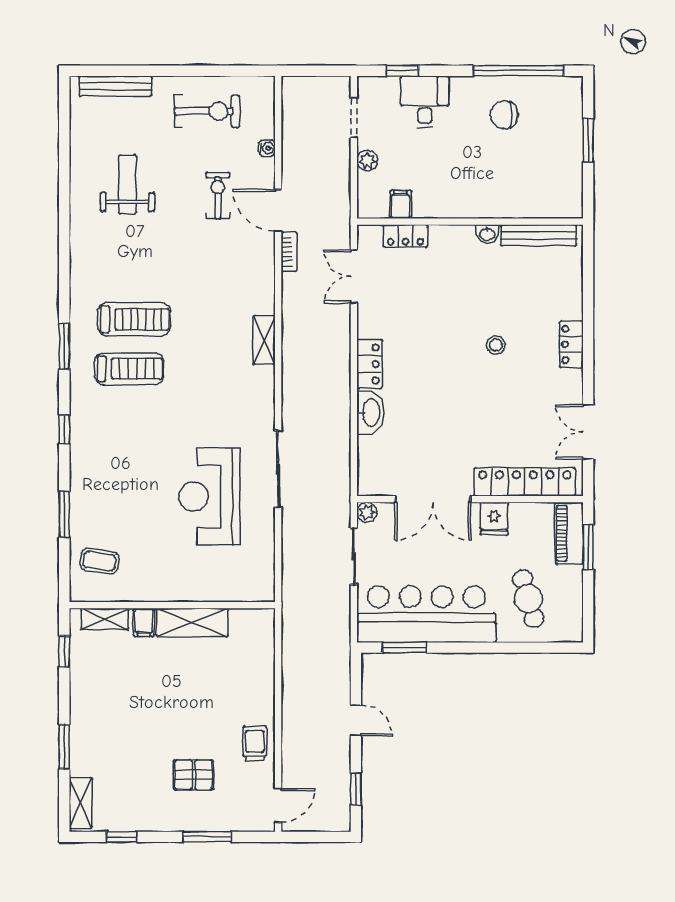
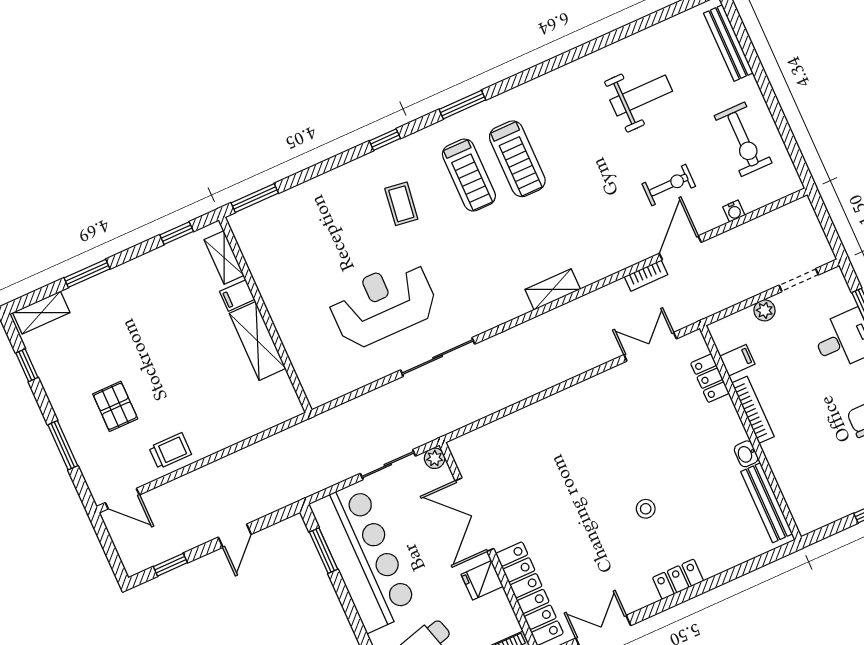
bookcase: (451, 210) -> (753, 410), added
locker: (369, 364) -> (575, 398), removed
washbasin: (370, 413) -> (529, 420), removed
window: (64, 514) -> (255, 198), moved
coffee table: (99, 561) -> (401, 204), moved

